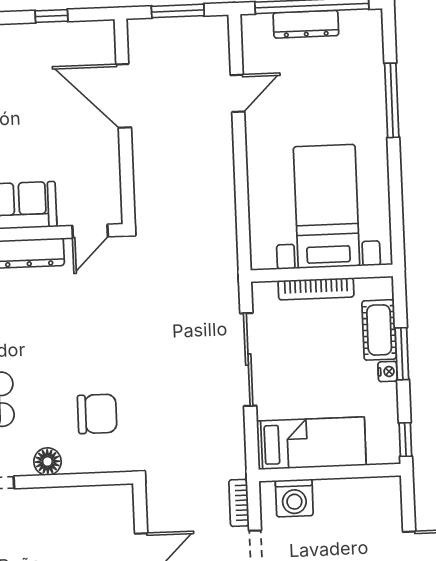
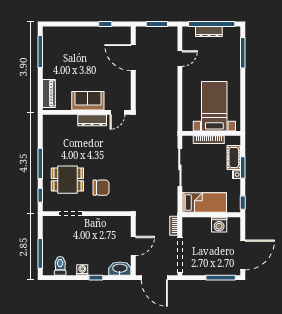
window: (392, 100) -> (243, 53), moved
chair: (97, 414) -> (101, 188), moved
floor lamp: (47, 462) -> (96, 206), removed
washing machine: (294, 498) -> (219, 225), moved

